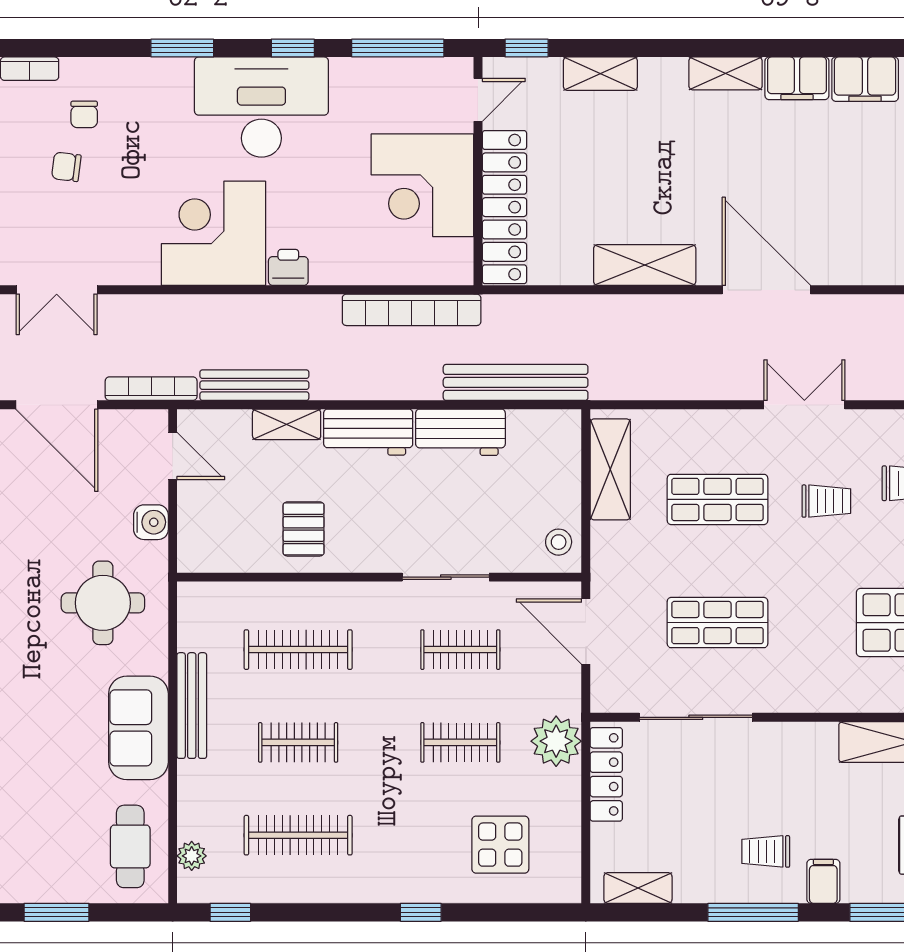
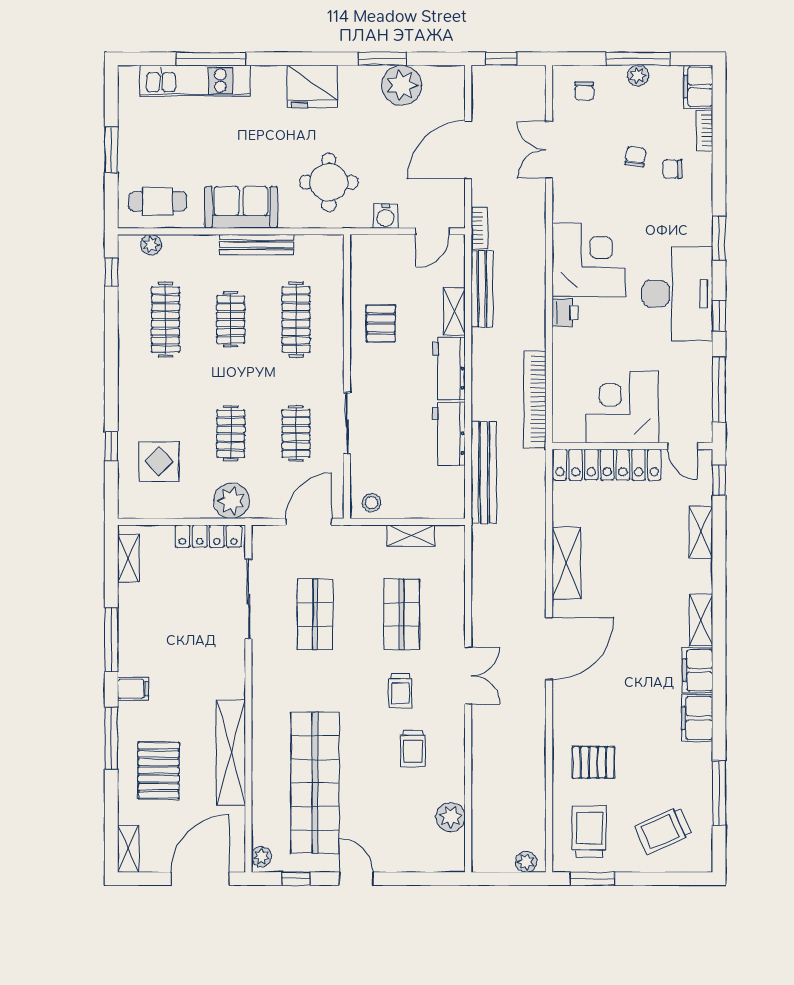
bookcase: (151, 389) -> (479, 228), width x0.64
shelving: (610, 469) -> (411, 535), width x0.67, depth x0.75
pallet: (304, 529) -> (381, 323), turned 90
trolley: (766, 851) -> (154, 648), removed
window: (421, 912) -> (111, 446), moved

